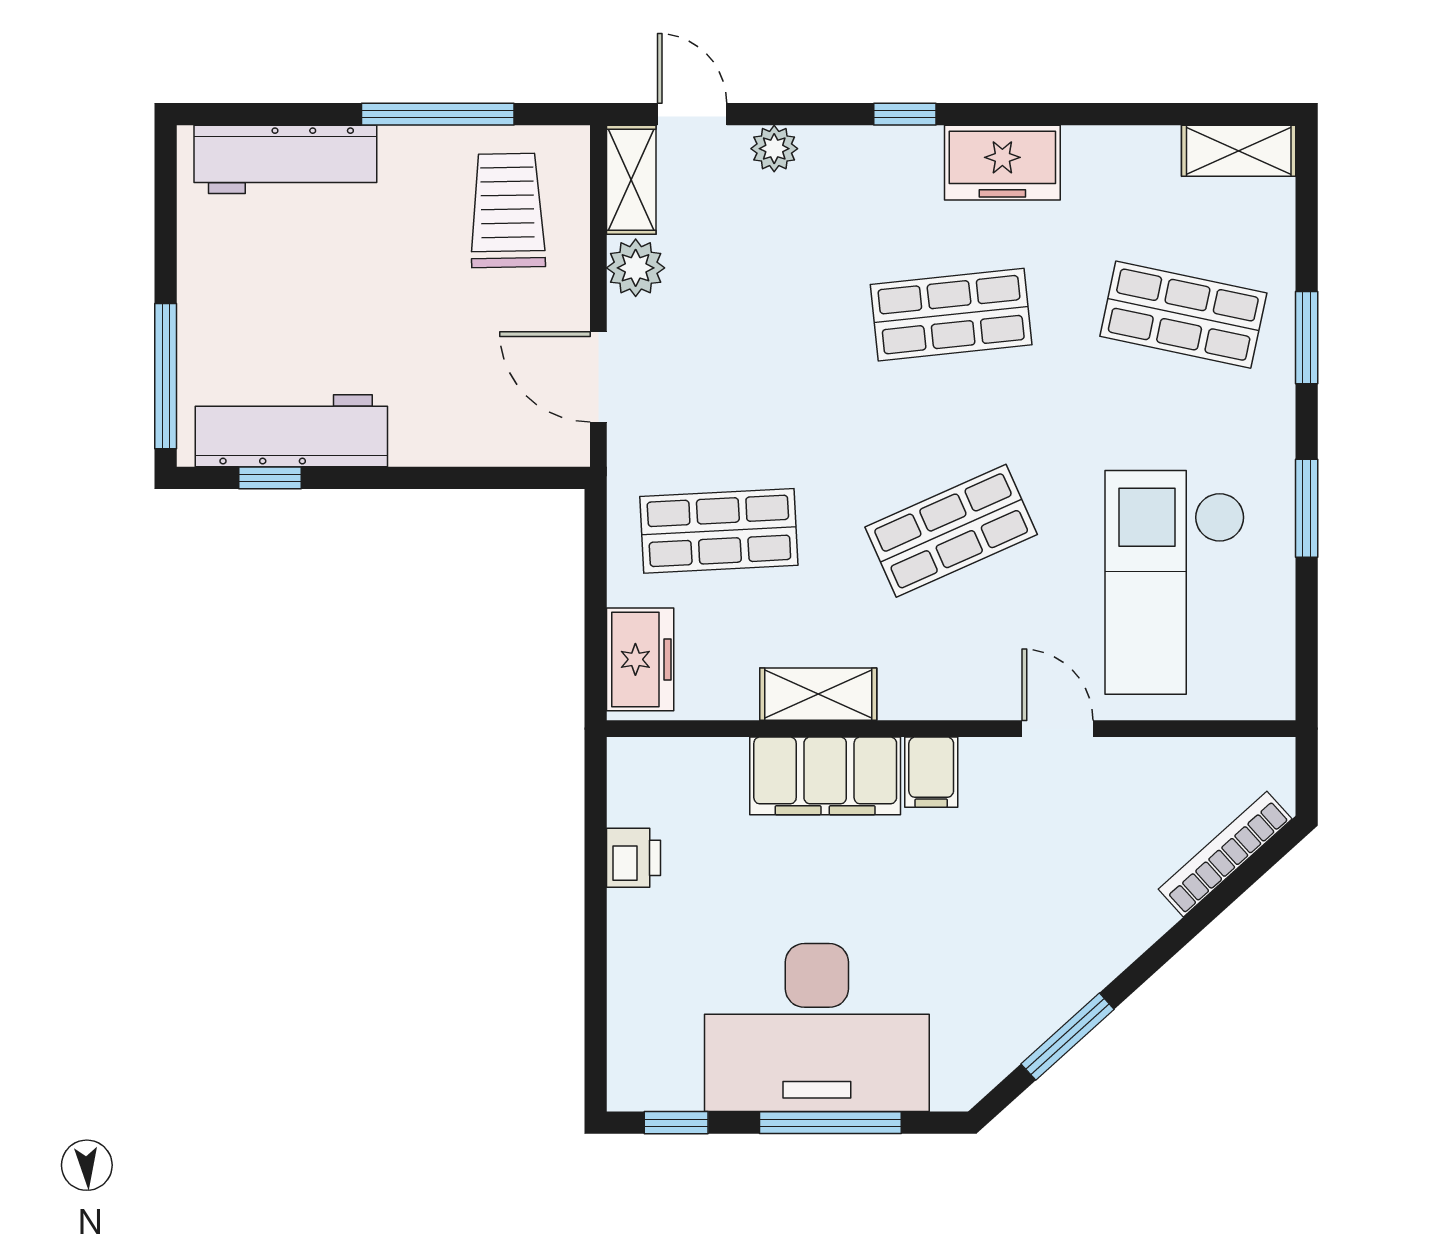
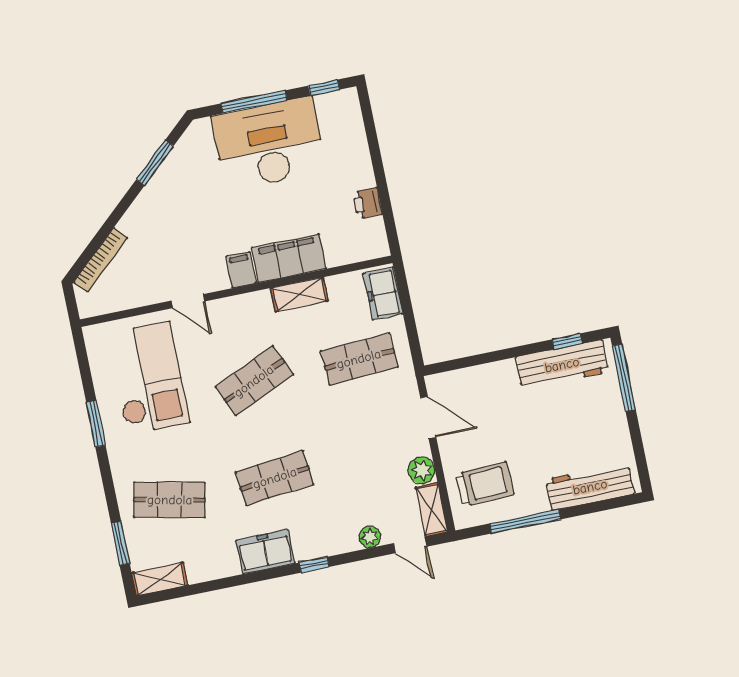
trolley: (508, 210) -> (485, 484), turned -92
window: (1307, 338) -> (120, 543), moved

